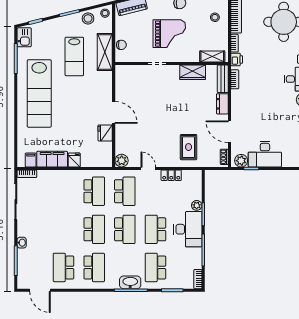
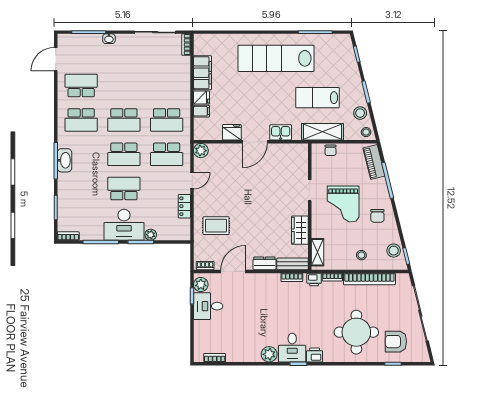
kitchen sink: (24, 37) -> (281, 132), moved, turned 180
desk: (265, 154) -> (208, 306), width x0.73
filing cabinet: (31, 160) -> (202, 111), moved
school desk: (155, 267) -> (81, 189), removed

